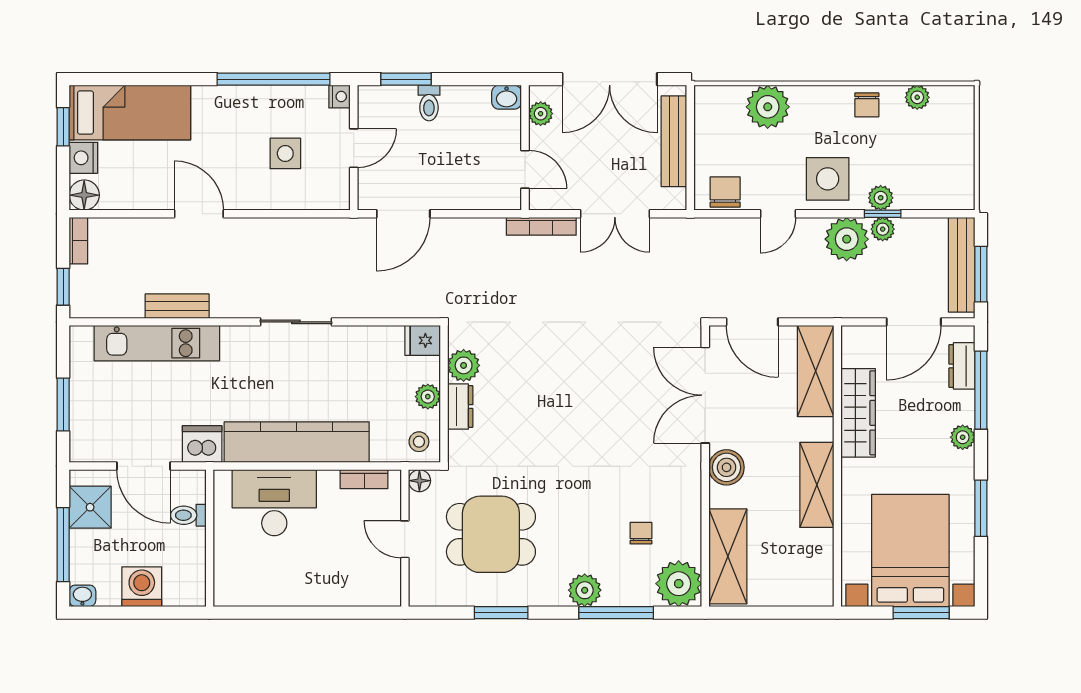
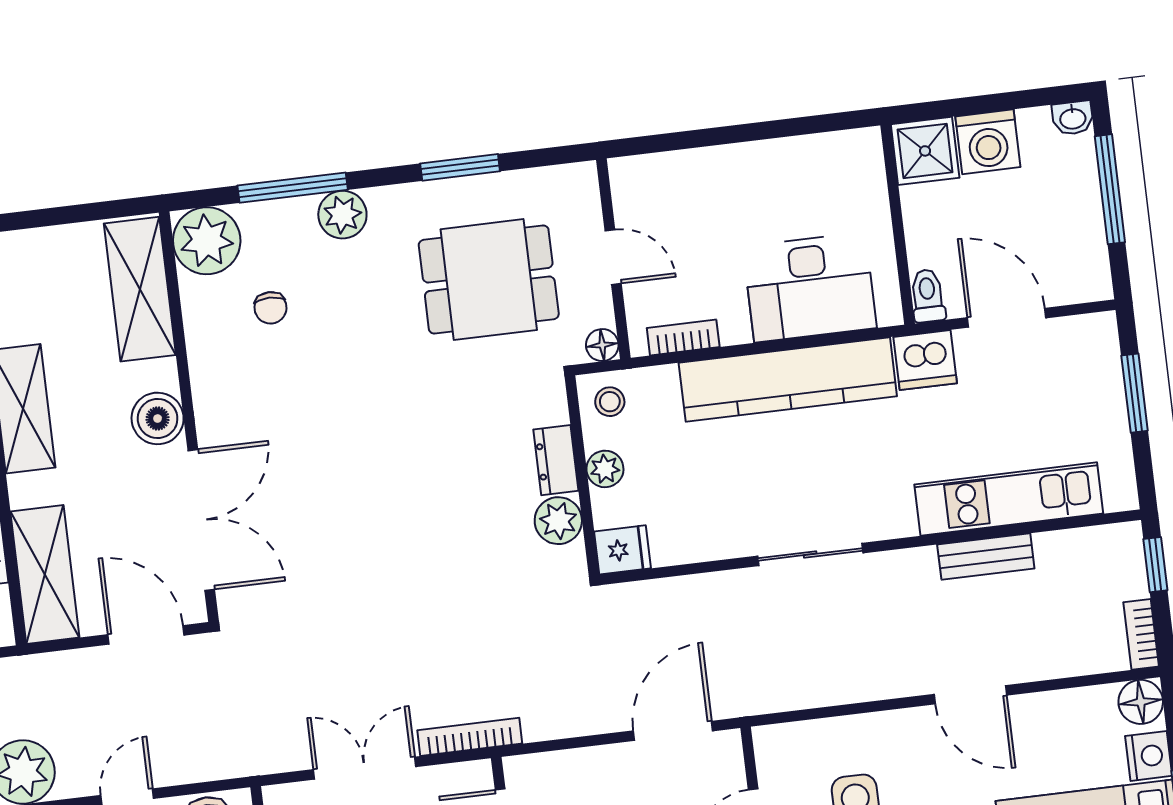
shower: (90, 507) -> (925, 151), moved
toilet: (188, 515) -> (928, 296), moved, turned -90

